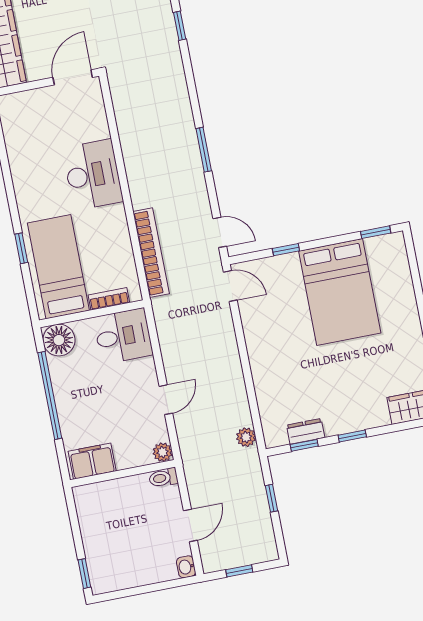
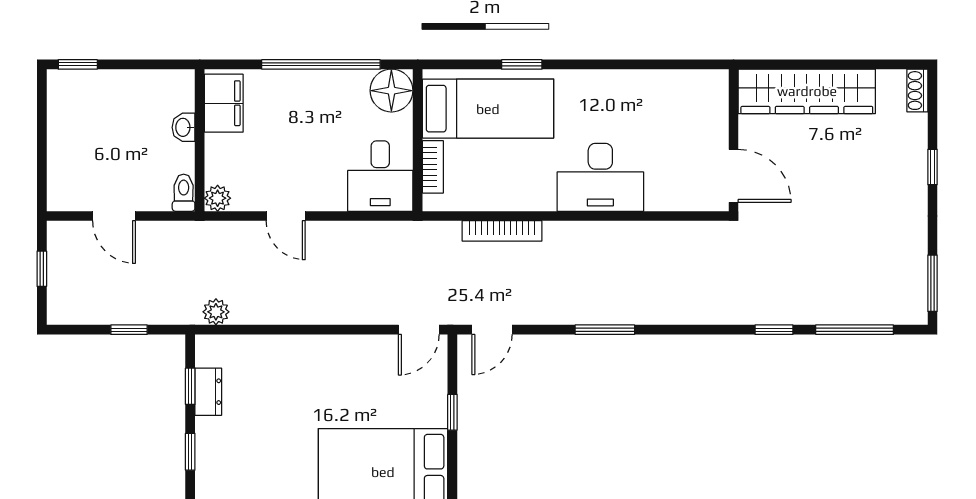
bookcase: (151, 253) -> (502, 231), width x0.68, depth x0.76
washbasin: (186, 567) -> (184, 127), moved, turned -90

